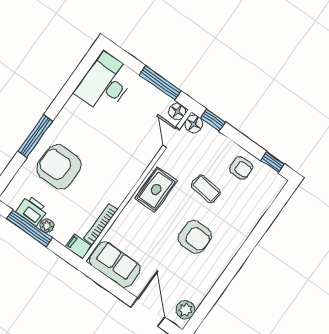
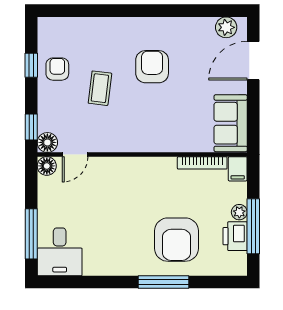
desk: (105, 83) -> (60, 252), width x0.73
window: (160, 83) -> (31, 234), moved
window: (272, 162) -> (31, 65), moved
rug: (156, 190) -> (134, 134), removed

